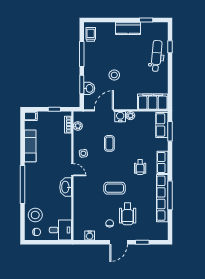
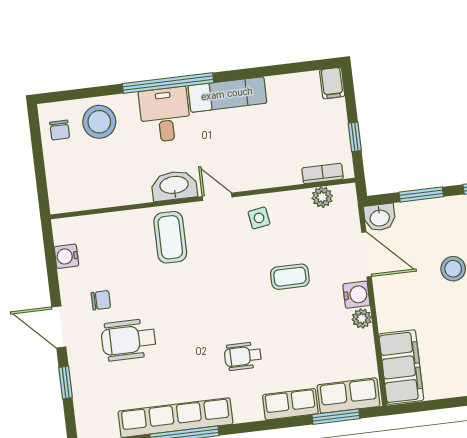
washbasin: (89, 88) -> (380, 217), moved
exam couch: (30, 146) -> (227, 94), moved
row of seats: (163, 162) -> (290, 404), moved
door: (72, 170) -> (217, 197), swing flipped
coffee table: (115, 188) -> (170, 237), moved
desk: (60, 230) -> (165, 115), moved, turned 180

